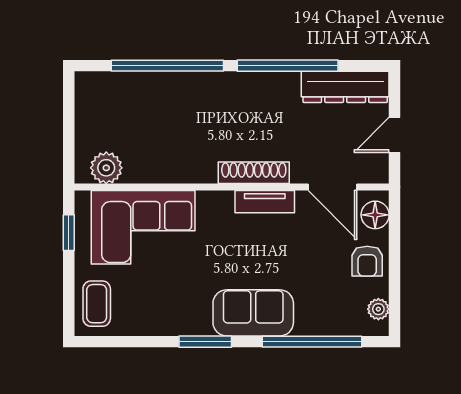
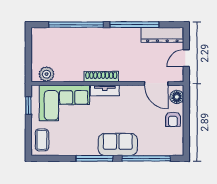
shoe rack: (254, 173) -> (101, 77), moved
tv unit: (265, 202) -> (105, 91), moved
plant: (378, 309) -> (178, 143), removed
window: (205, 342) -> (95, 158), width x1.44

